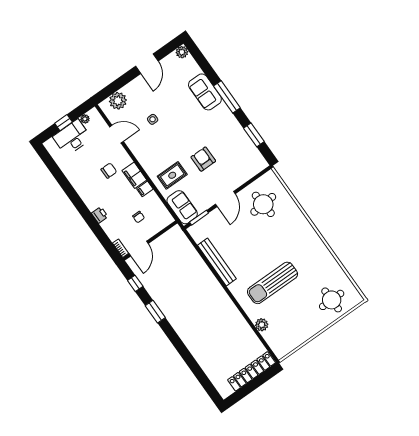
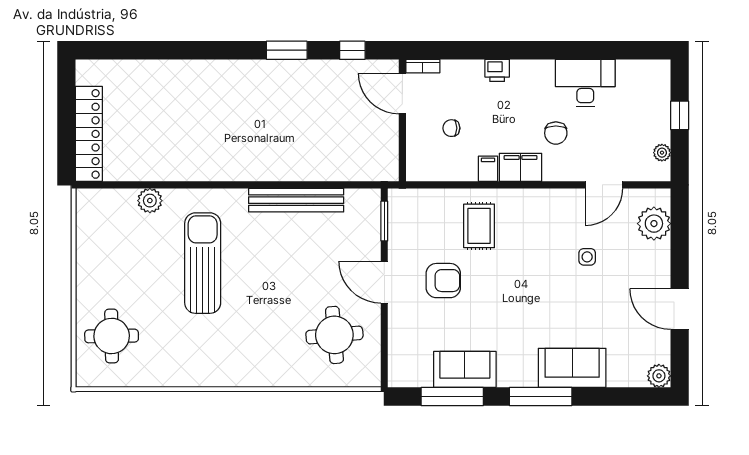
window: (254, 135) -> (452, 396), width x1.44
desk: (72, 138) -> (585, 83), moved, turned -90
armchair: (203, 159) -> (443, 281), moved
sofa: (182, 207) -> (465, 369), moved, turned 180

